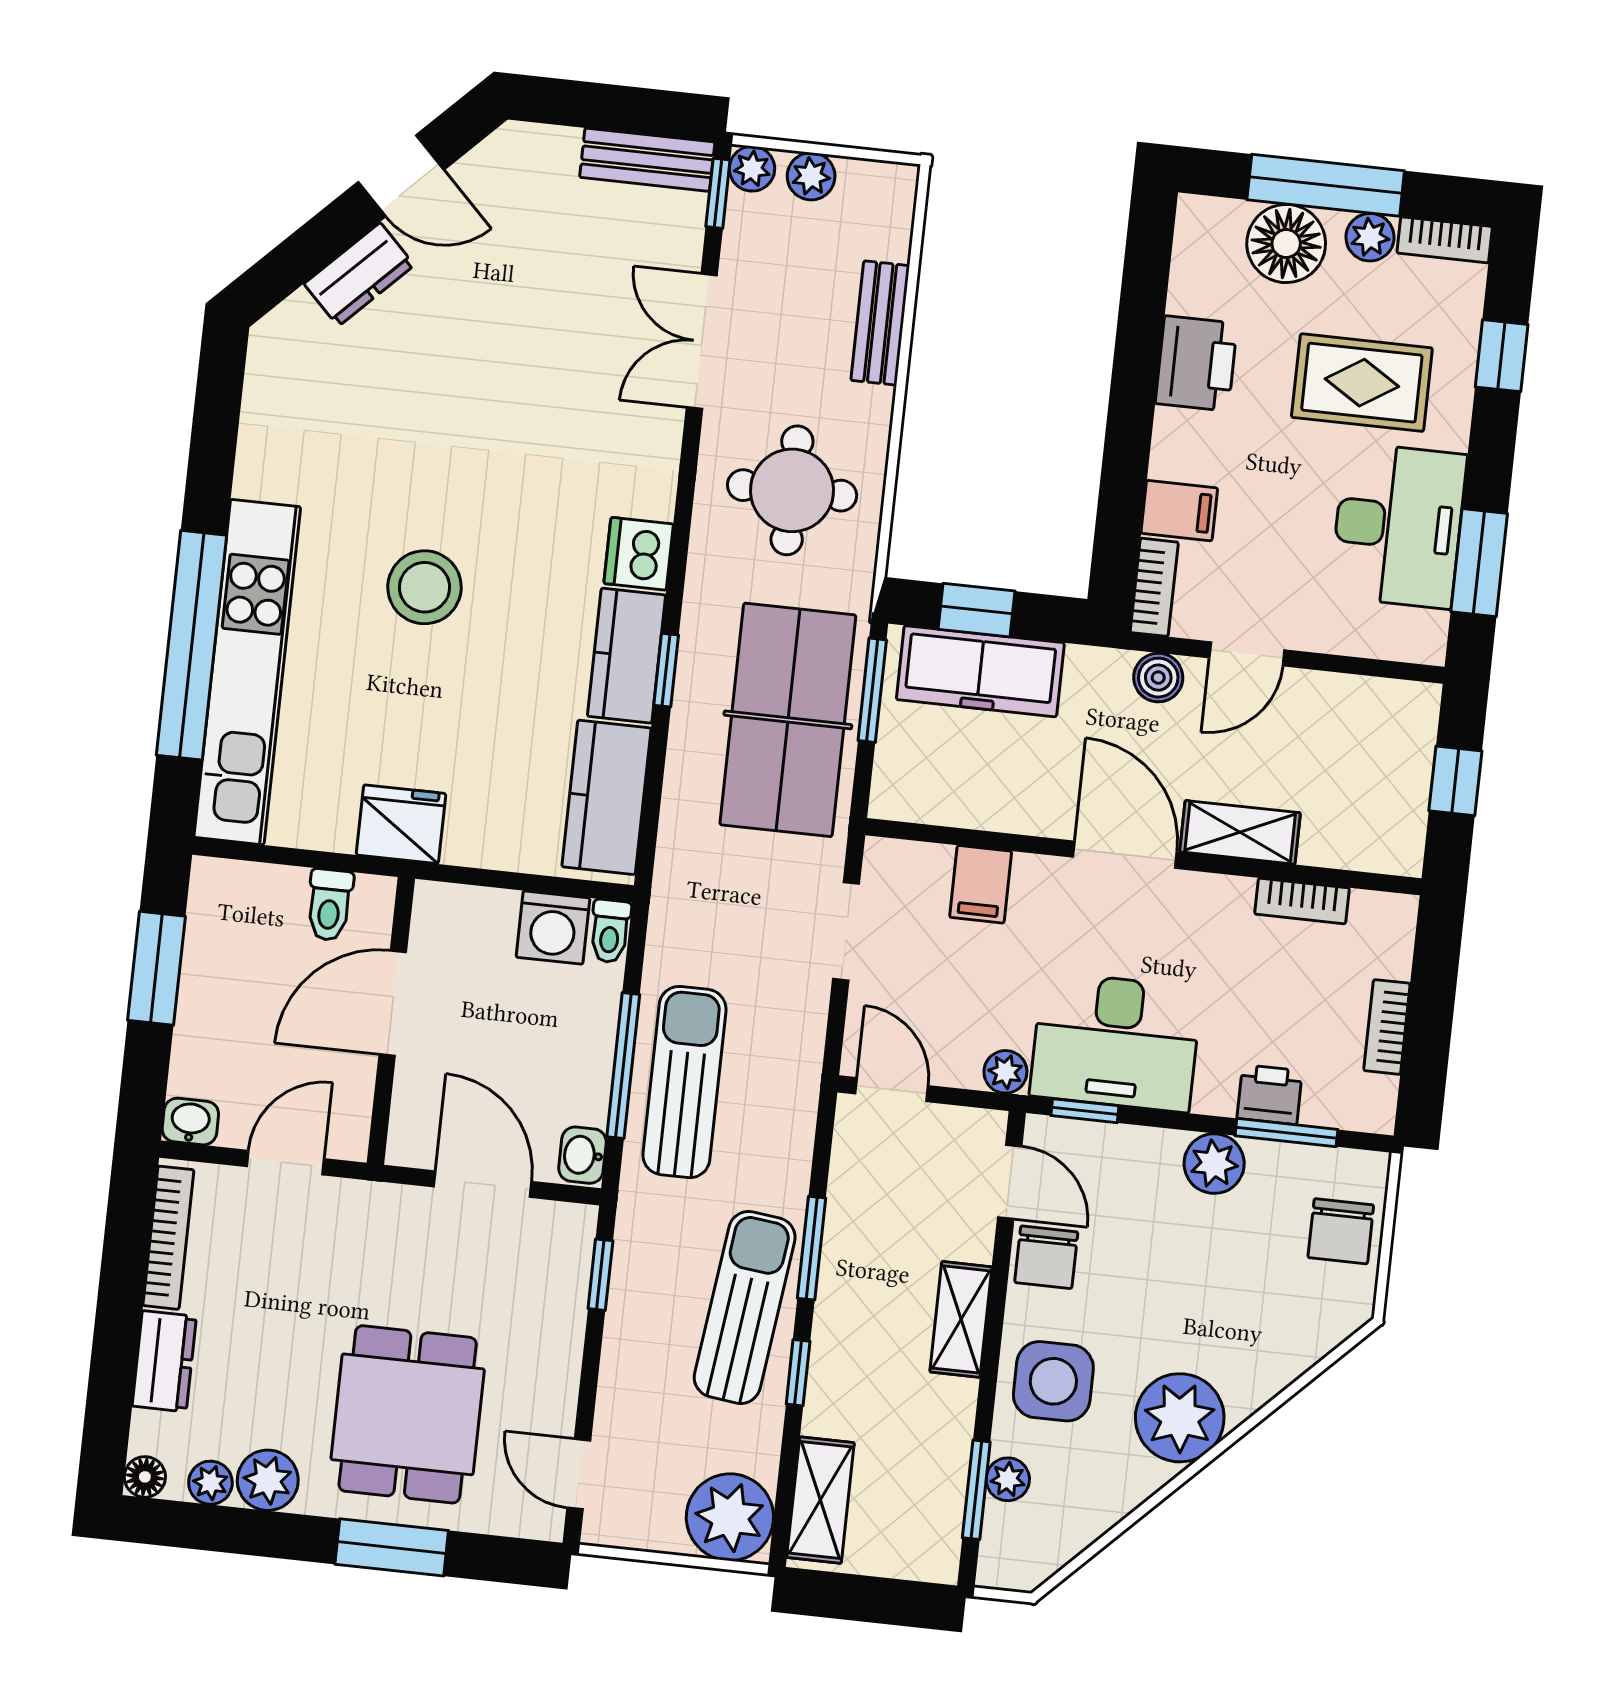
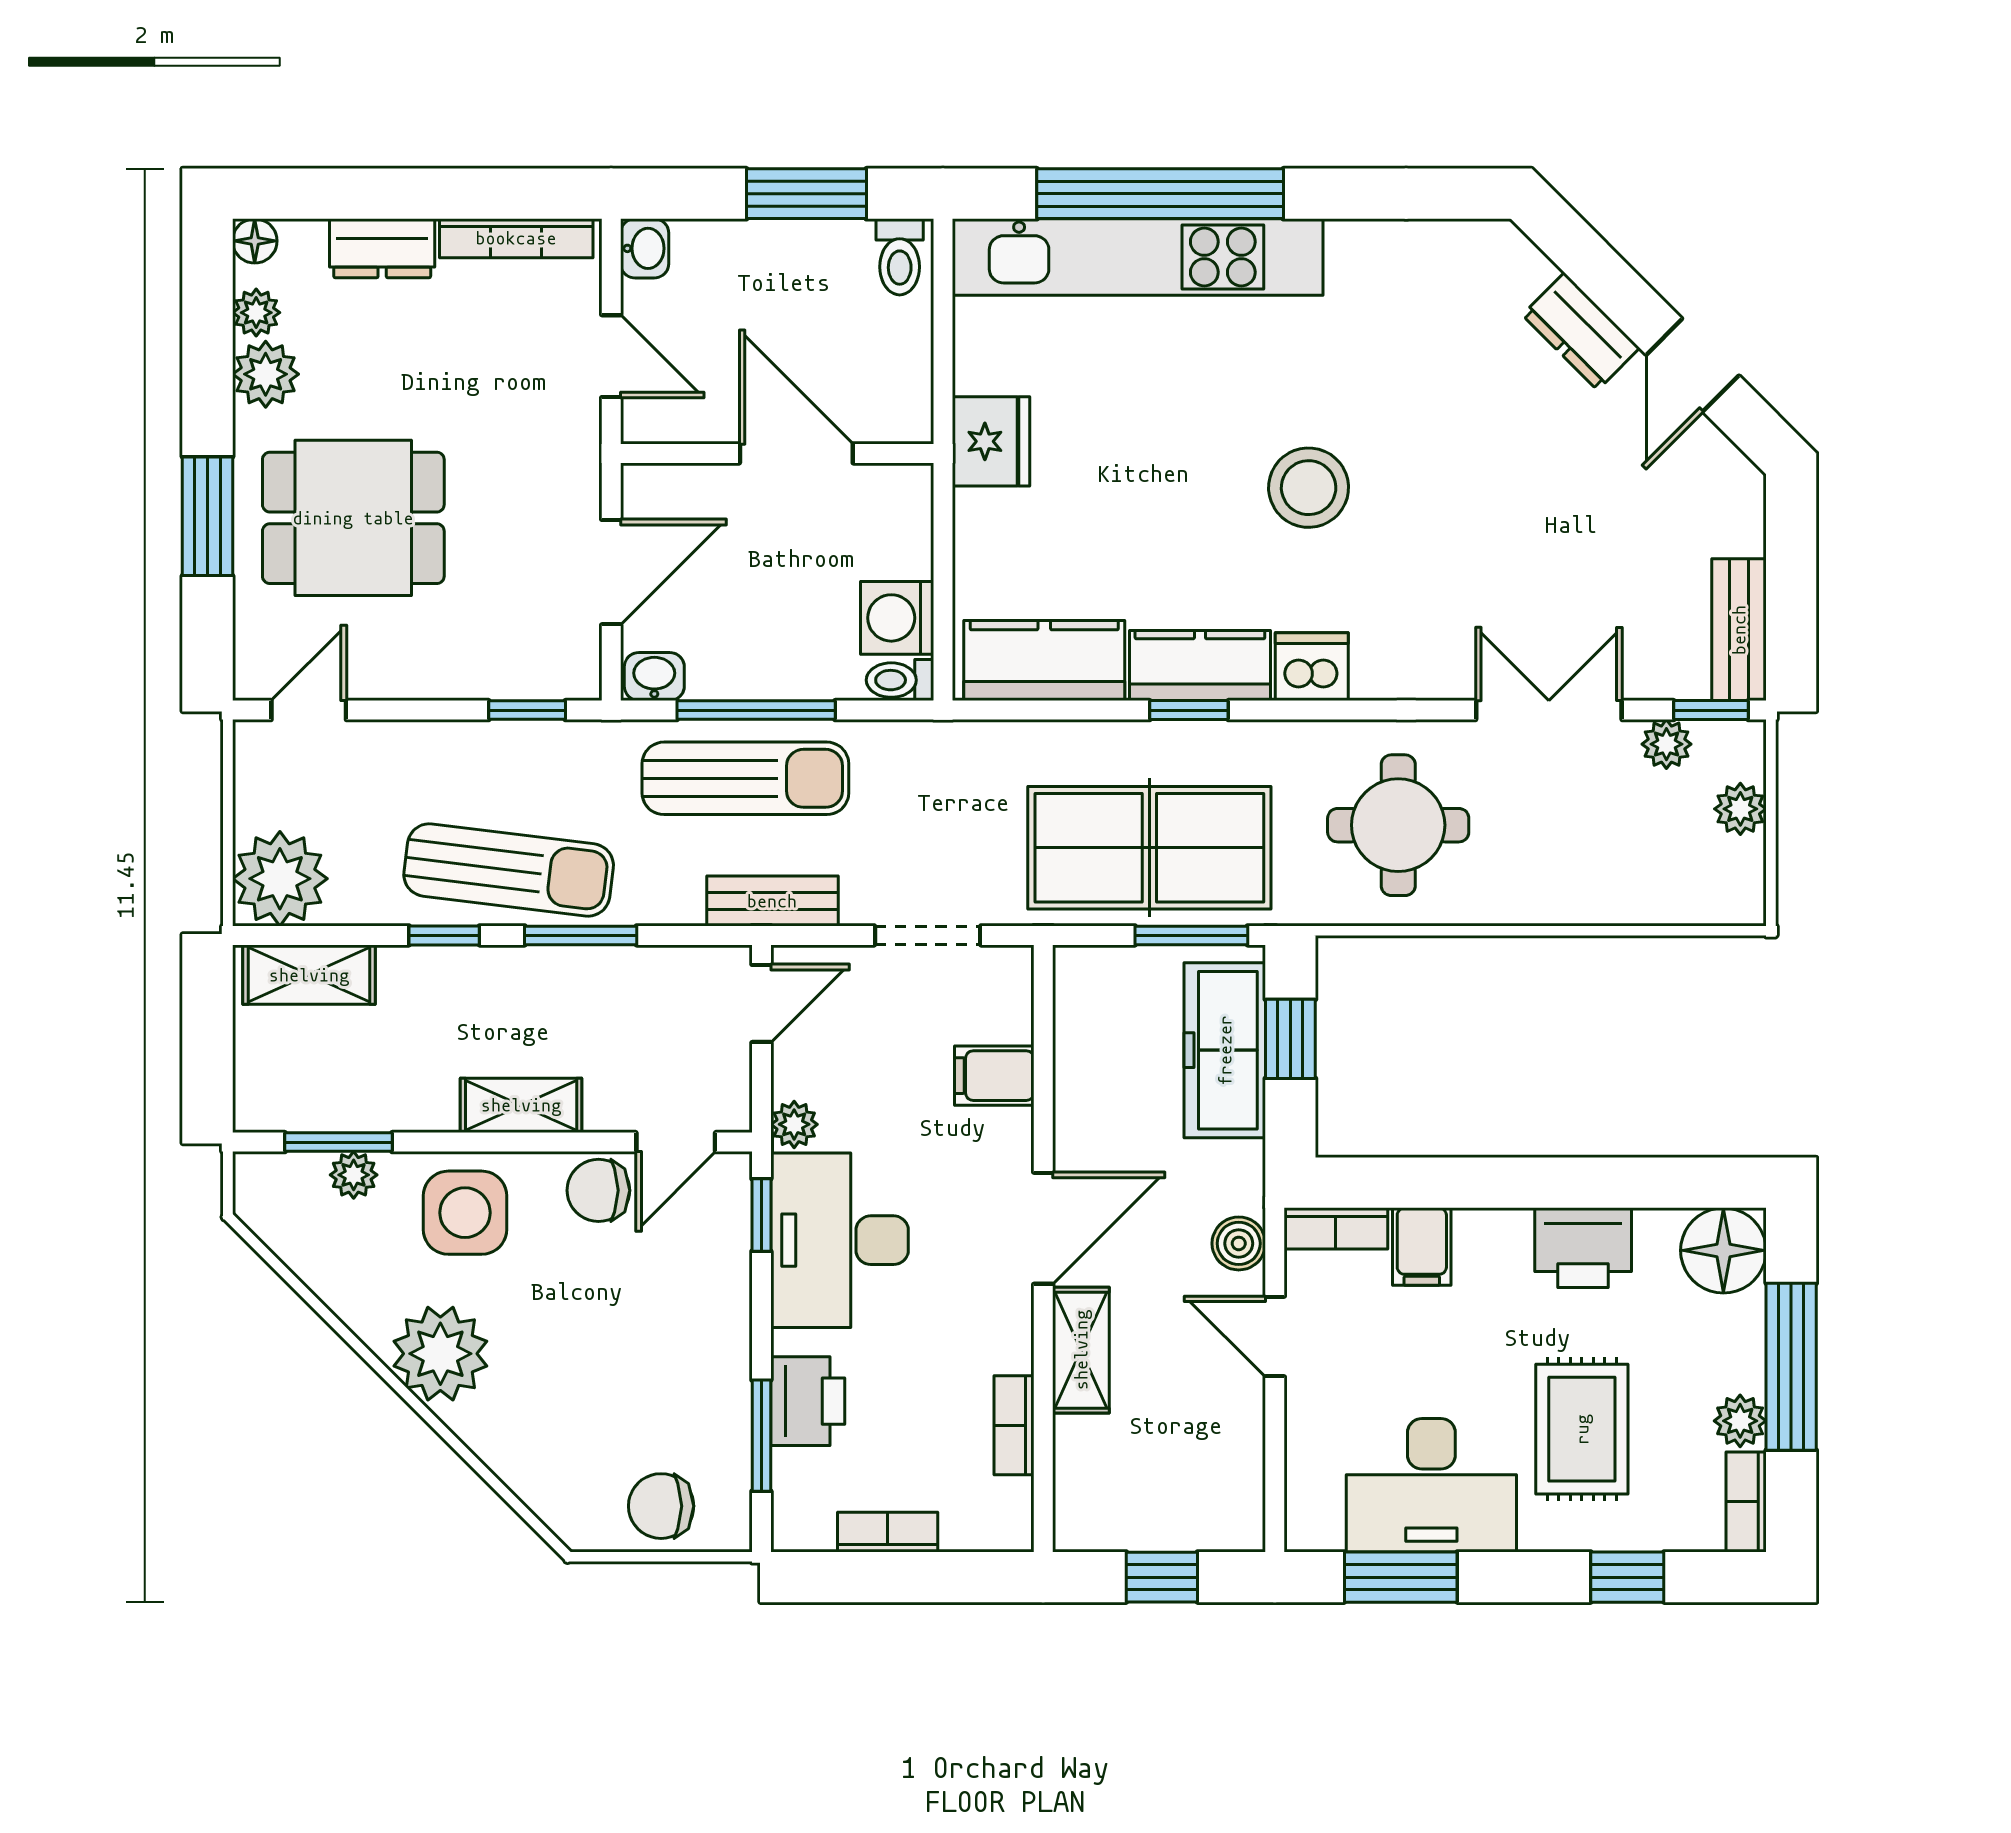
plant: (752, 169) -> (1666, 744), moved
floor lamp: (1286, 244) -> (1723, 1250), moved
bench: (880, 323) -> (772, 901), moved
stool: (425, 587) -> (1309, 488), moved
toilet: (330, 905) -> (900, 257), moved, turned -90
printer: (1270, 1095) -> (808, 1401), width x1.36, depth x1.24
plant: (1214, 1164) -> (719, 1361), removed

